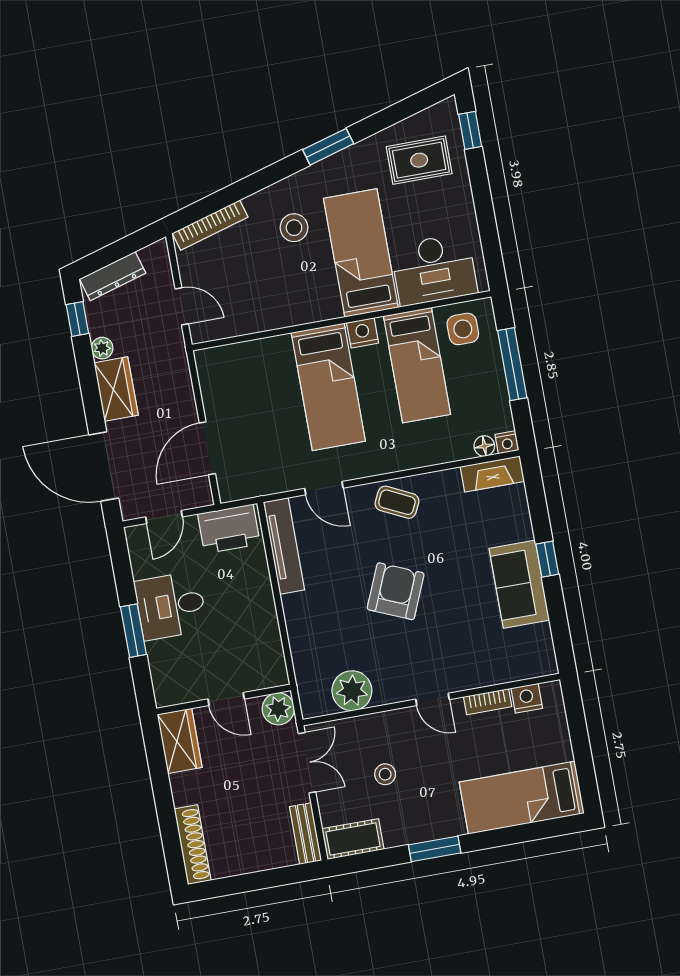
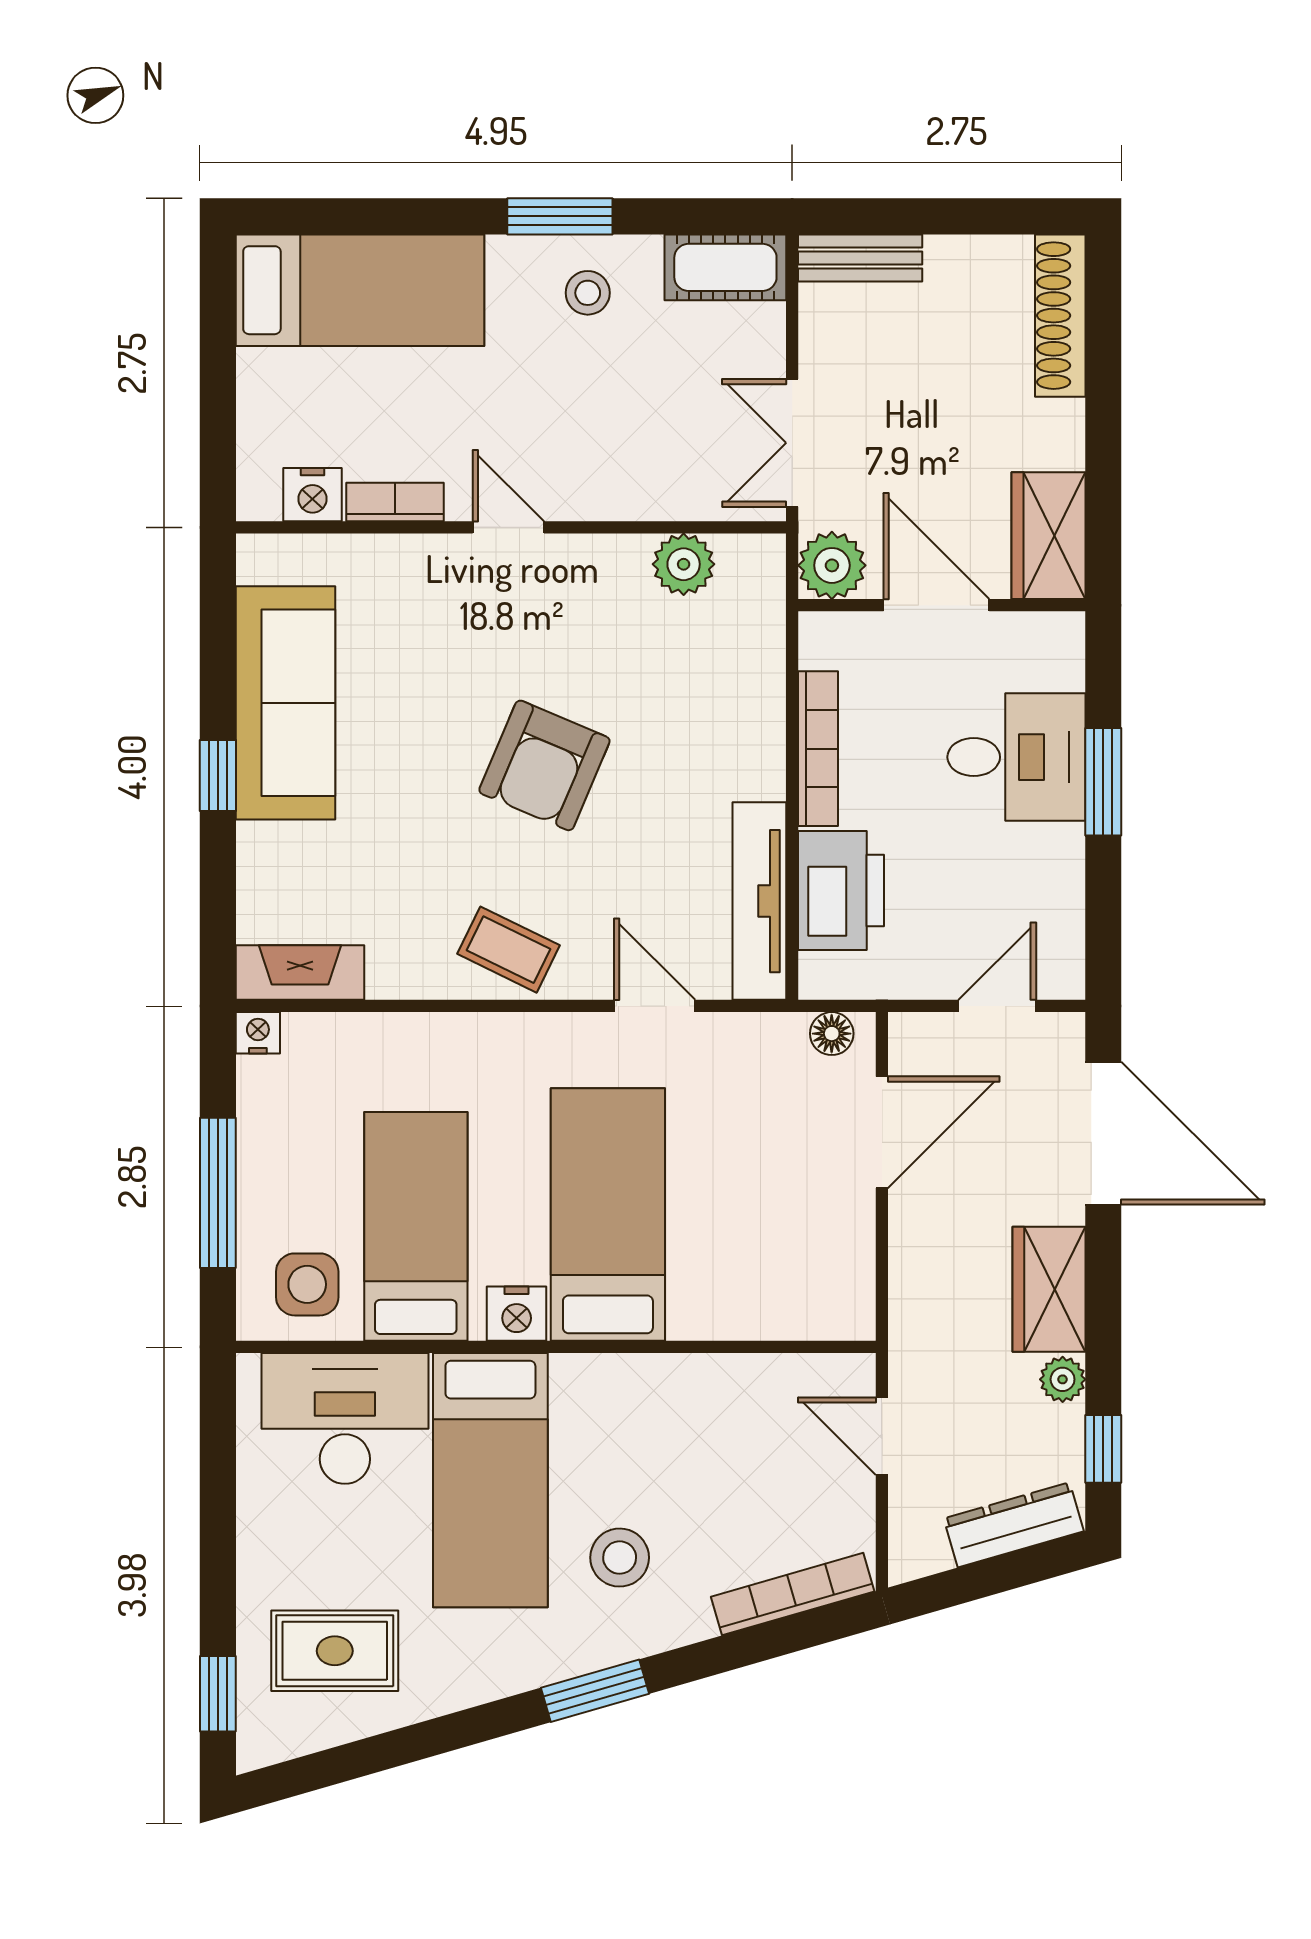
window: (328, 147) -> (595, 1691), moved
floor lamp: (484, 446) -> (832, 1034), moved
printer: (229, 529) -> (841, 891), moved, turned 90
sofa: (519, 584) -> (285, 703), width x1.36
desk: (171, 606) -> (1016, 757), moved
bookcase: (269, 622) -> (818, 749), added
plant: (352, 691) -> (684, 564), width x0.73, depth x0.73
door: (226, 699) -> (936, 605), width x1.38
stool: (385, 774) -> (588, 293), moved
bench: (306, 834) -> (860, 258), moved, turned 90

